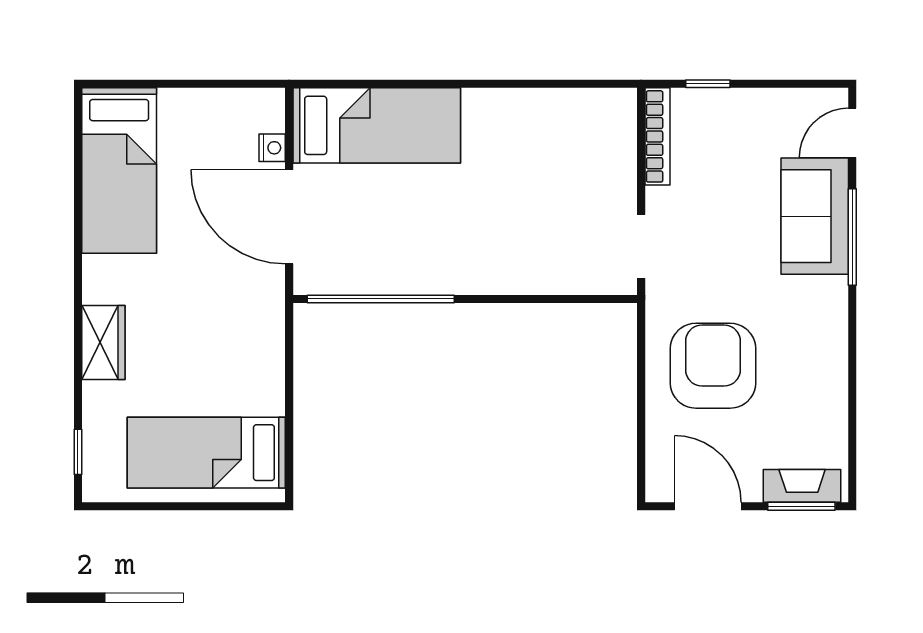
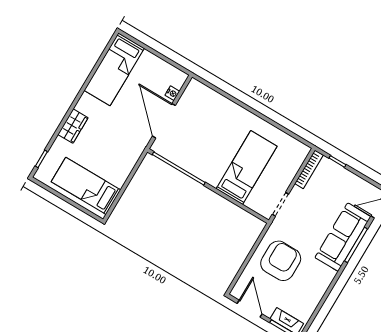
bed: (377, 125) -> (247, 167), moved, turned -90
sofa: (815, 216) -> (343, 237), width x1.36

